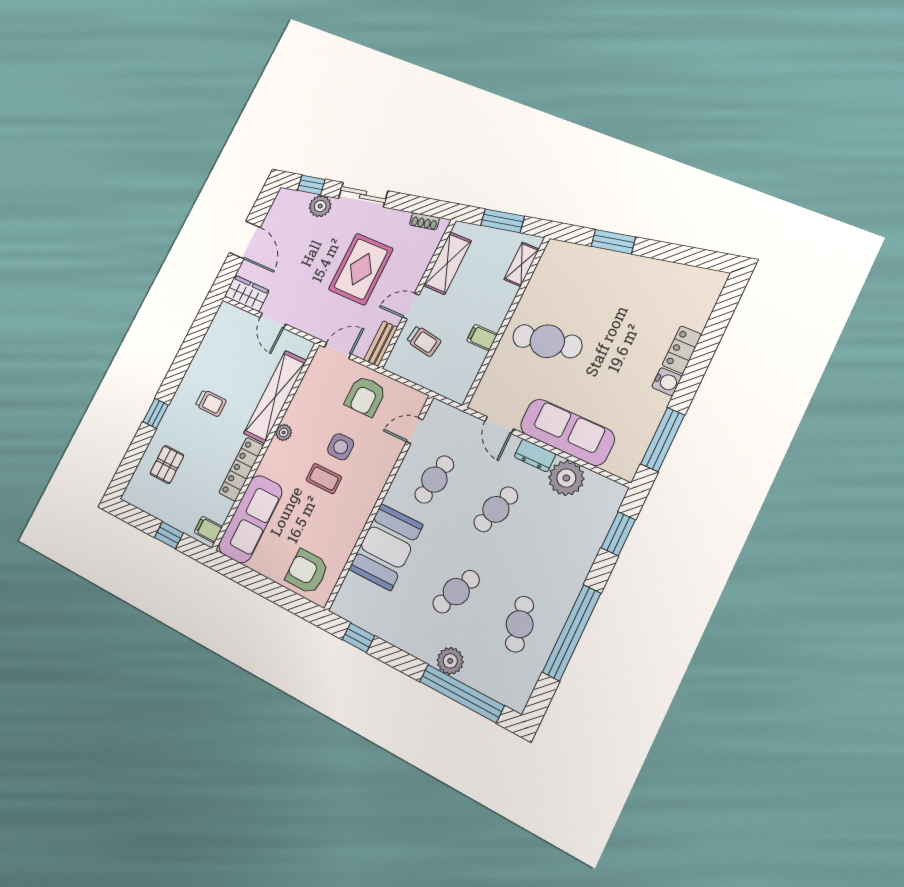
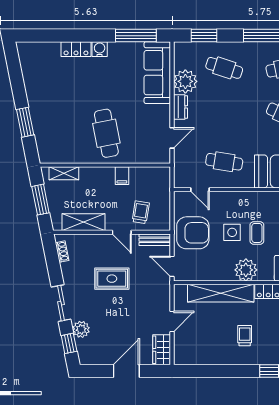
rug: (361, 269) -> (112, 279), width x0.73, depth x0.70
armchair: (365, 396) -> (193, 233), width x1.36, depth x1.36
sofa: (567, 432) -> (157, 73), moved
plant: (284, 433) -> (246, 270), width x1.88, depth x1.88
cafe table: (496, 509) -> (224, 68), moved

